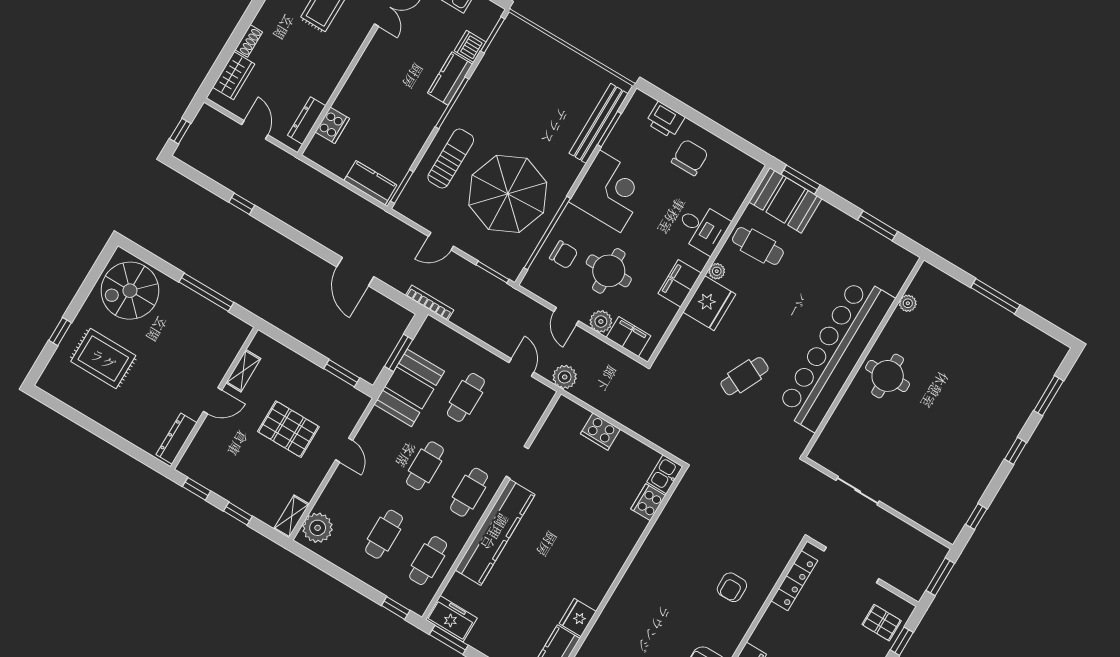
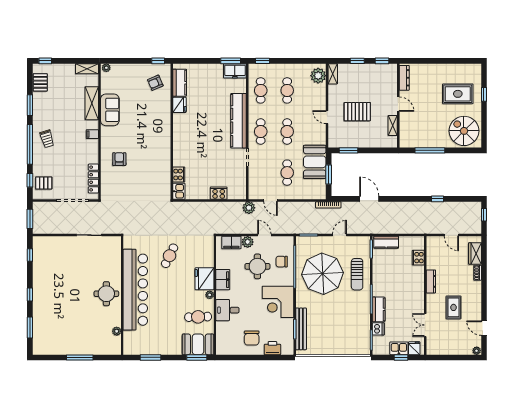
dresser: (307, 121) -> (431, 281), moved
spiral stairs: (130, 291) -> (464, 131), turned -90
door: (213, 401) -> (398, 104), swing flipped

